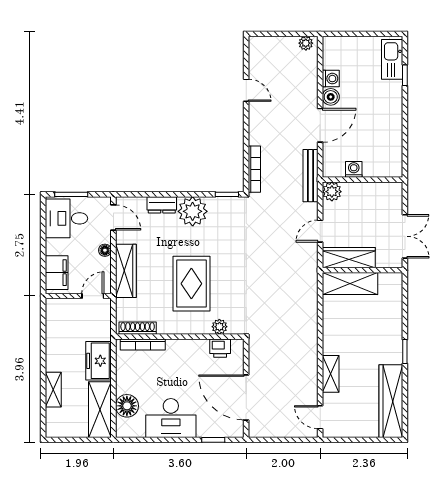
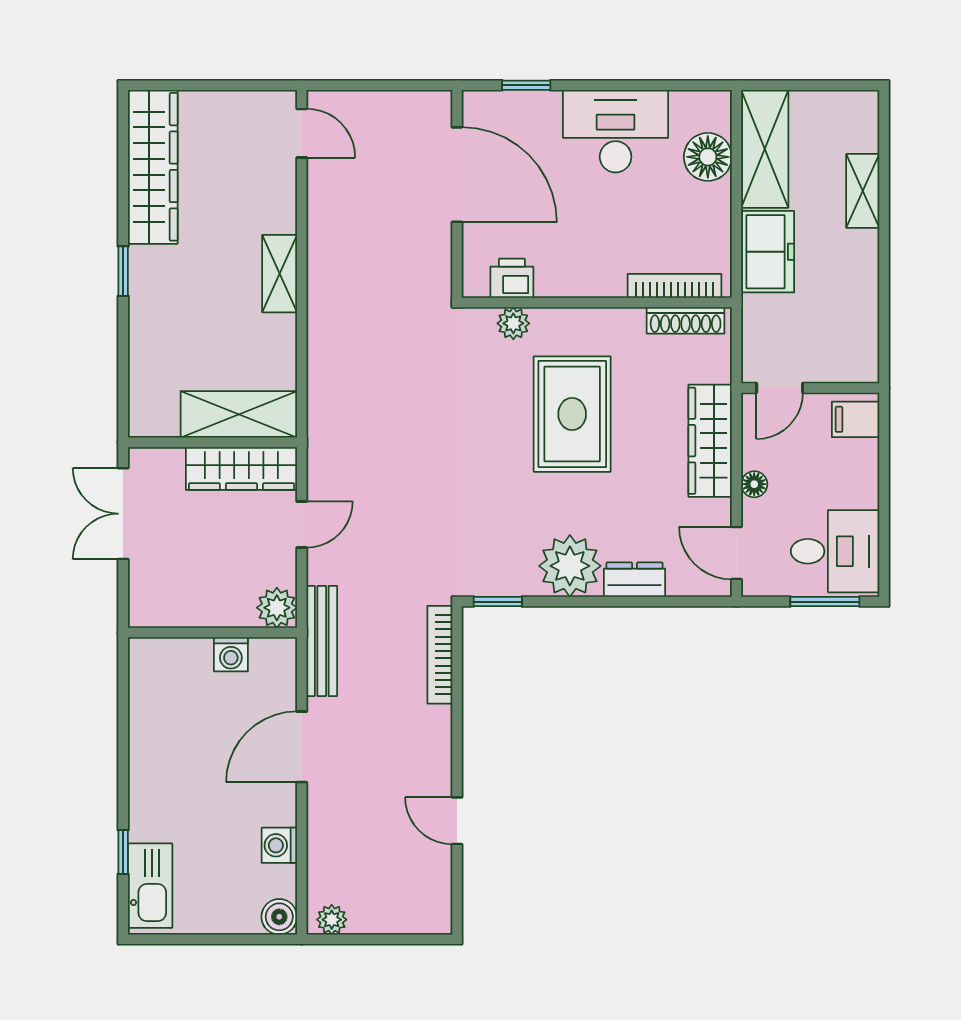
boiler: (331, 97) -> (279, 917), moved
filing cabinet: (57, 273) -> (856, 419), width x0.50
shelving: (331, 374) -> (280, 274), moved

